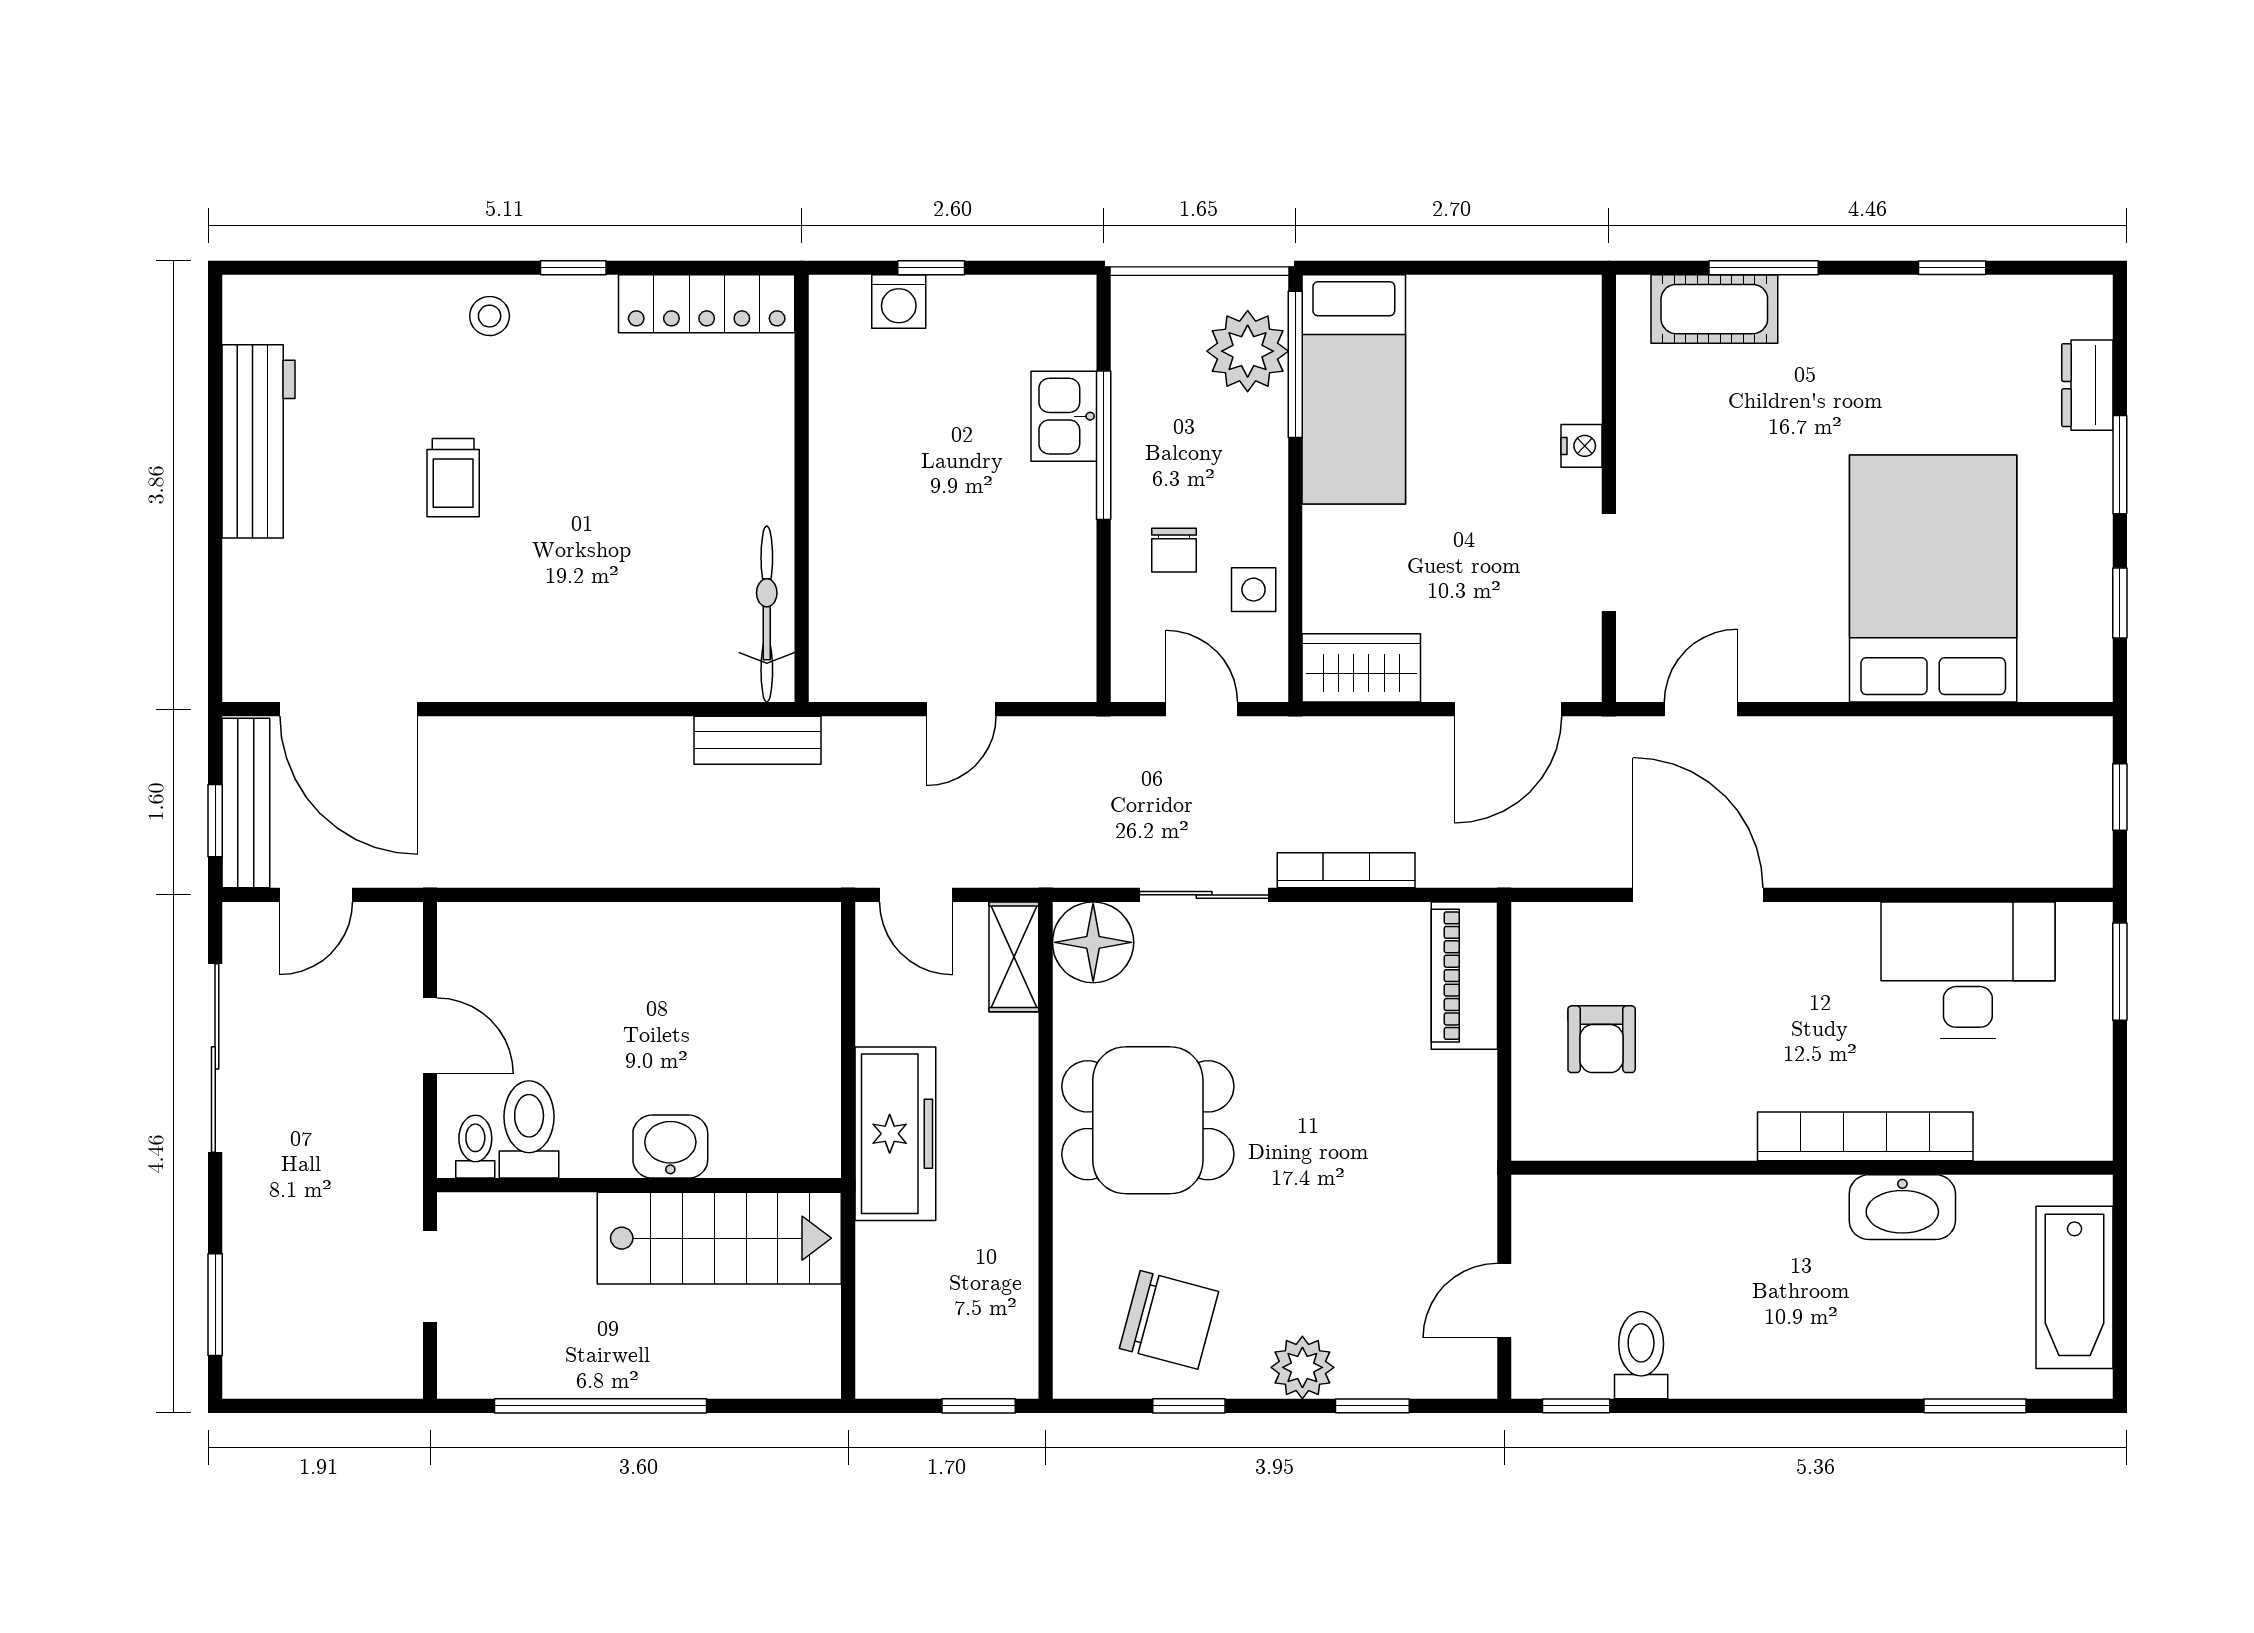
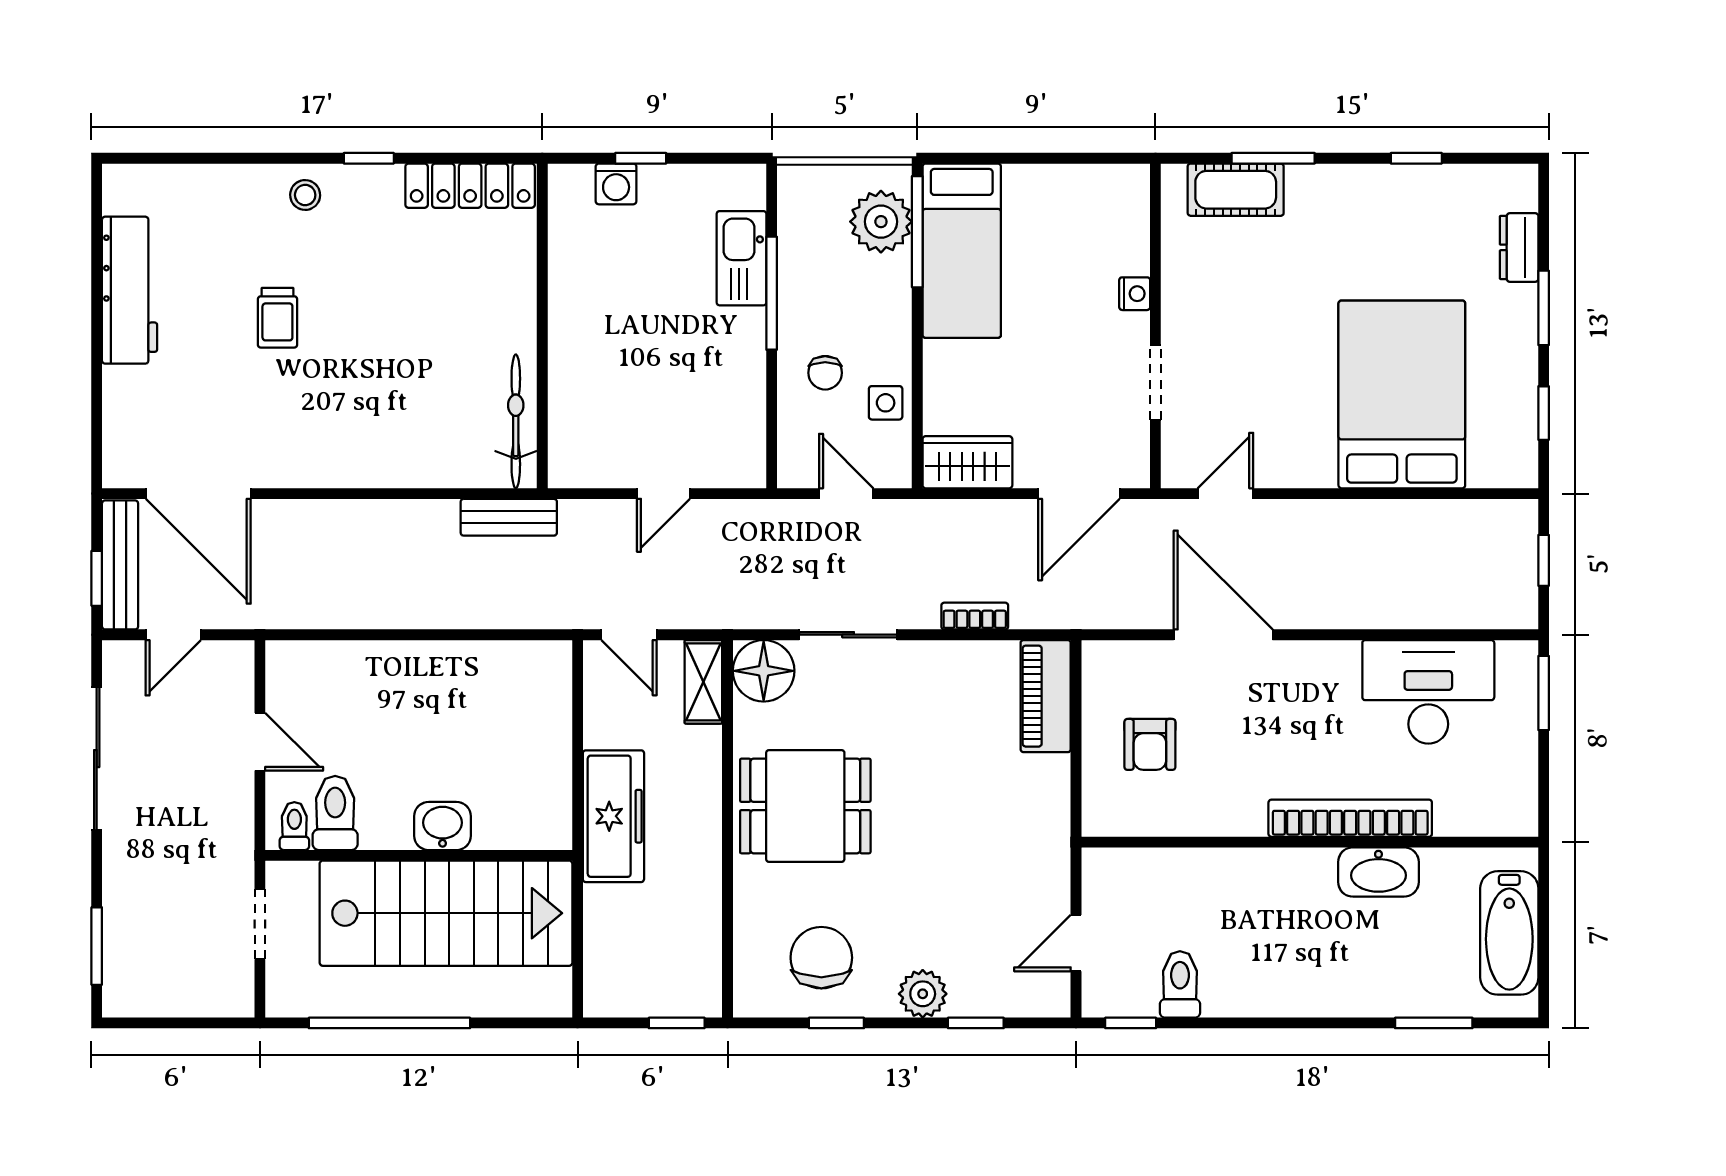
kitchen sink: (1064, 416) -> (741, 258), width x1.38
bookcase: (1346, 870) -> (975, 616), width x0.64
stairs: (719, 1238) -> (446, 913), width x1.36, depth x1.51
chair: (1169, 1320) -> (821, 958), turned -105

